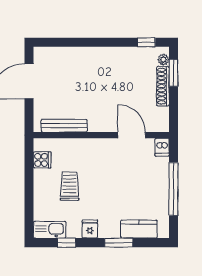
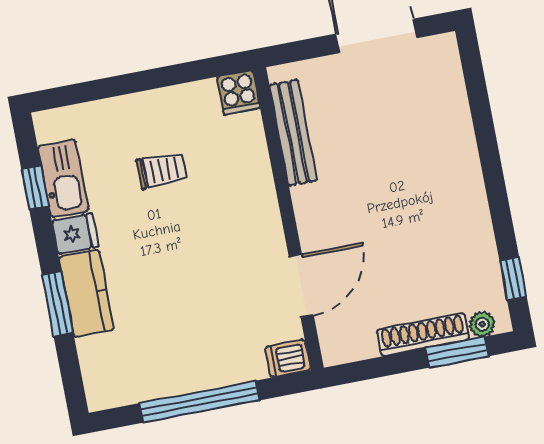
cooker: (42, 160) -> (238, 92), moved
trolley: (70, 186) -> (162, 170), width x0.73, depth x0.72
kitchen counter: (139, 229) -> (87, 293), moved
kitchen sink: (50, 230) -> (63, 178), moved

